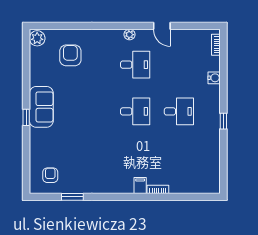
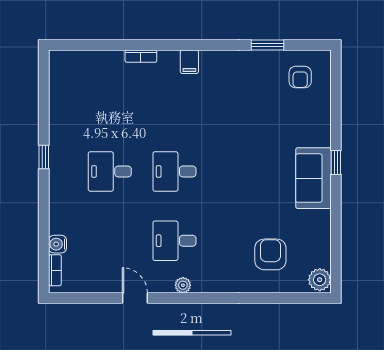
armchair: (70, 55) -> (270, 254), turned 180
water cooler: (214, 78) -> (58, 244), moved
filing cabinet: (140, 186) -> (189, 62), moved

